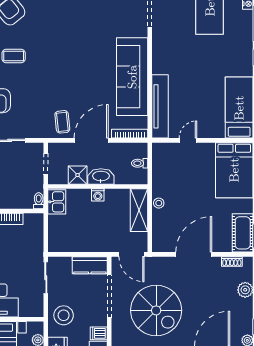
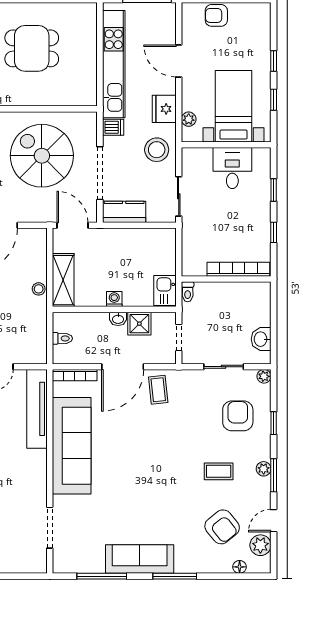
washbasin: (101, 176) -> (118, 319), width x0.52, depth x0.69

